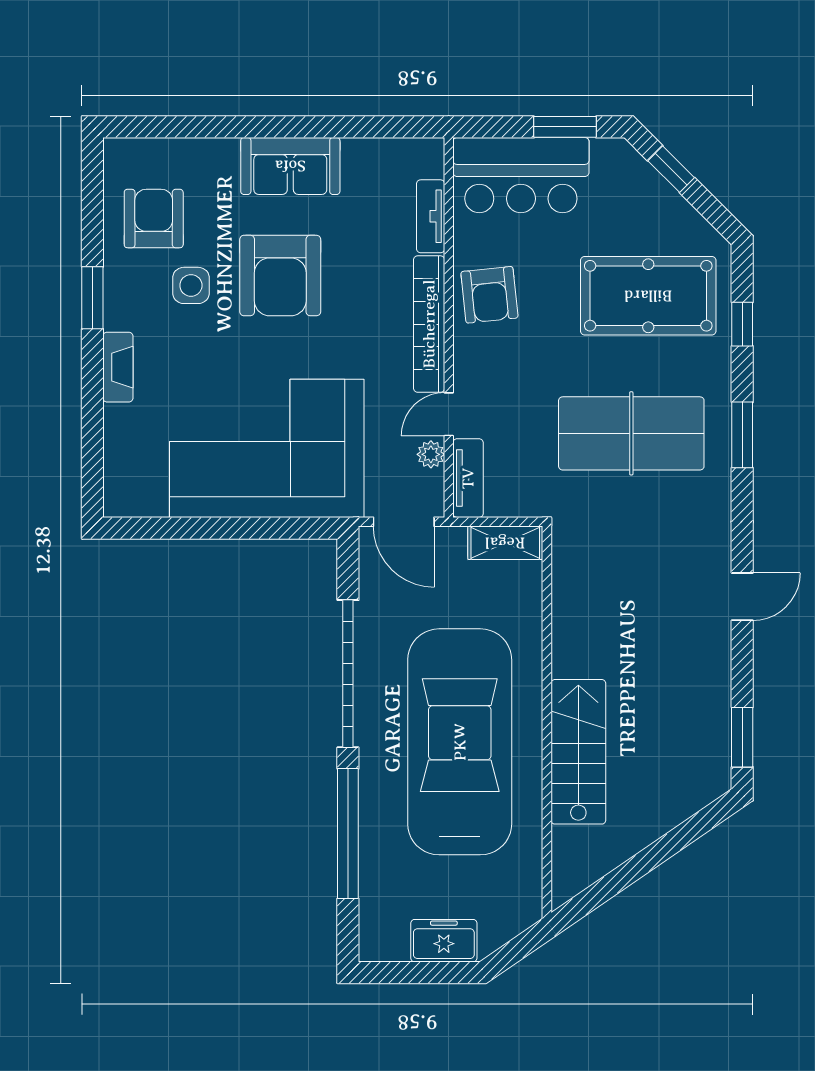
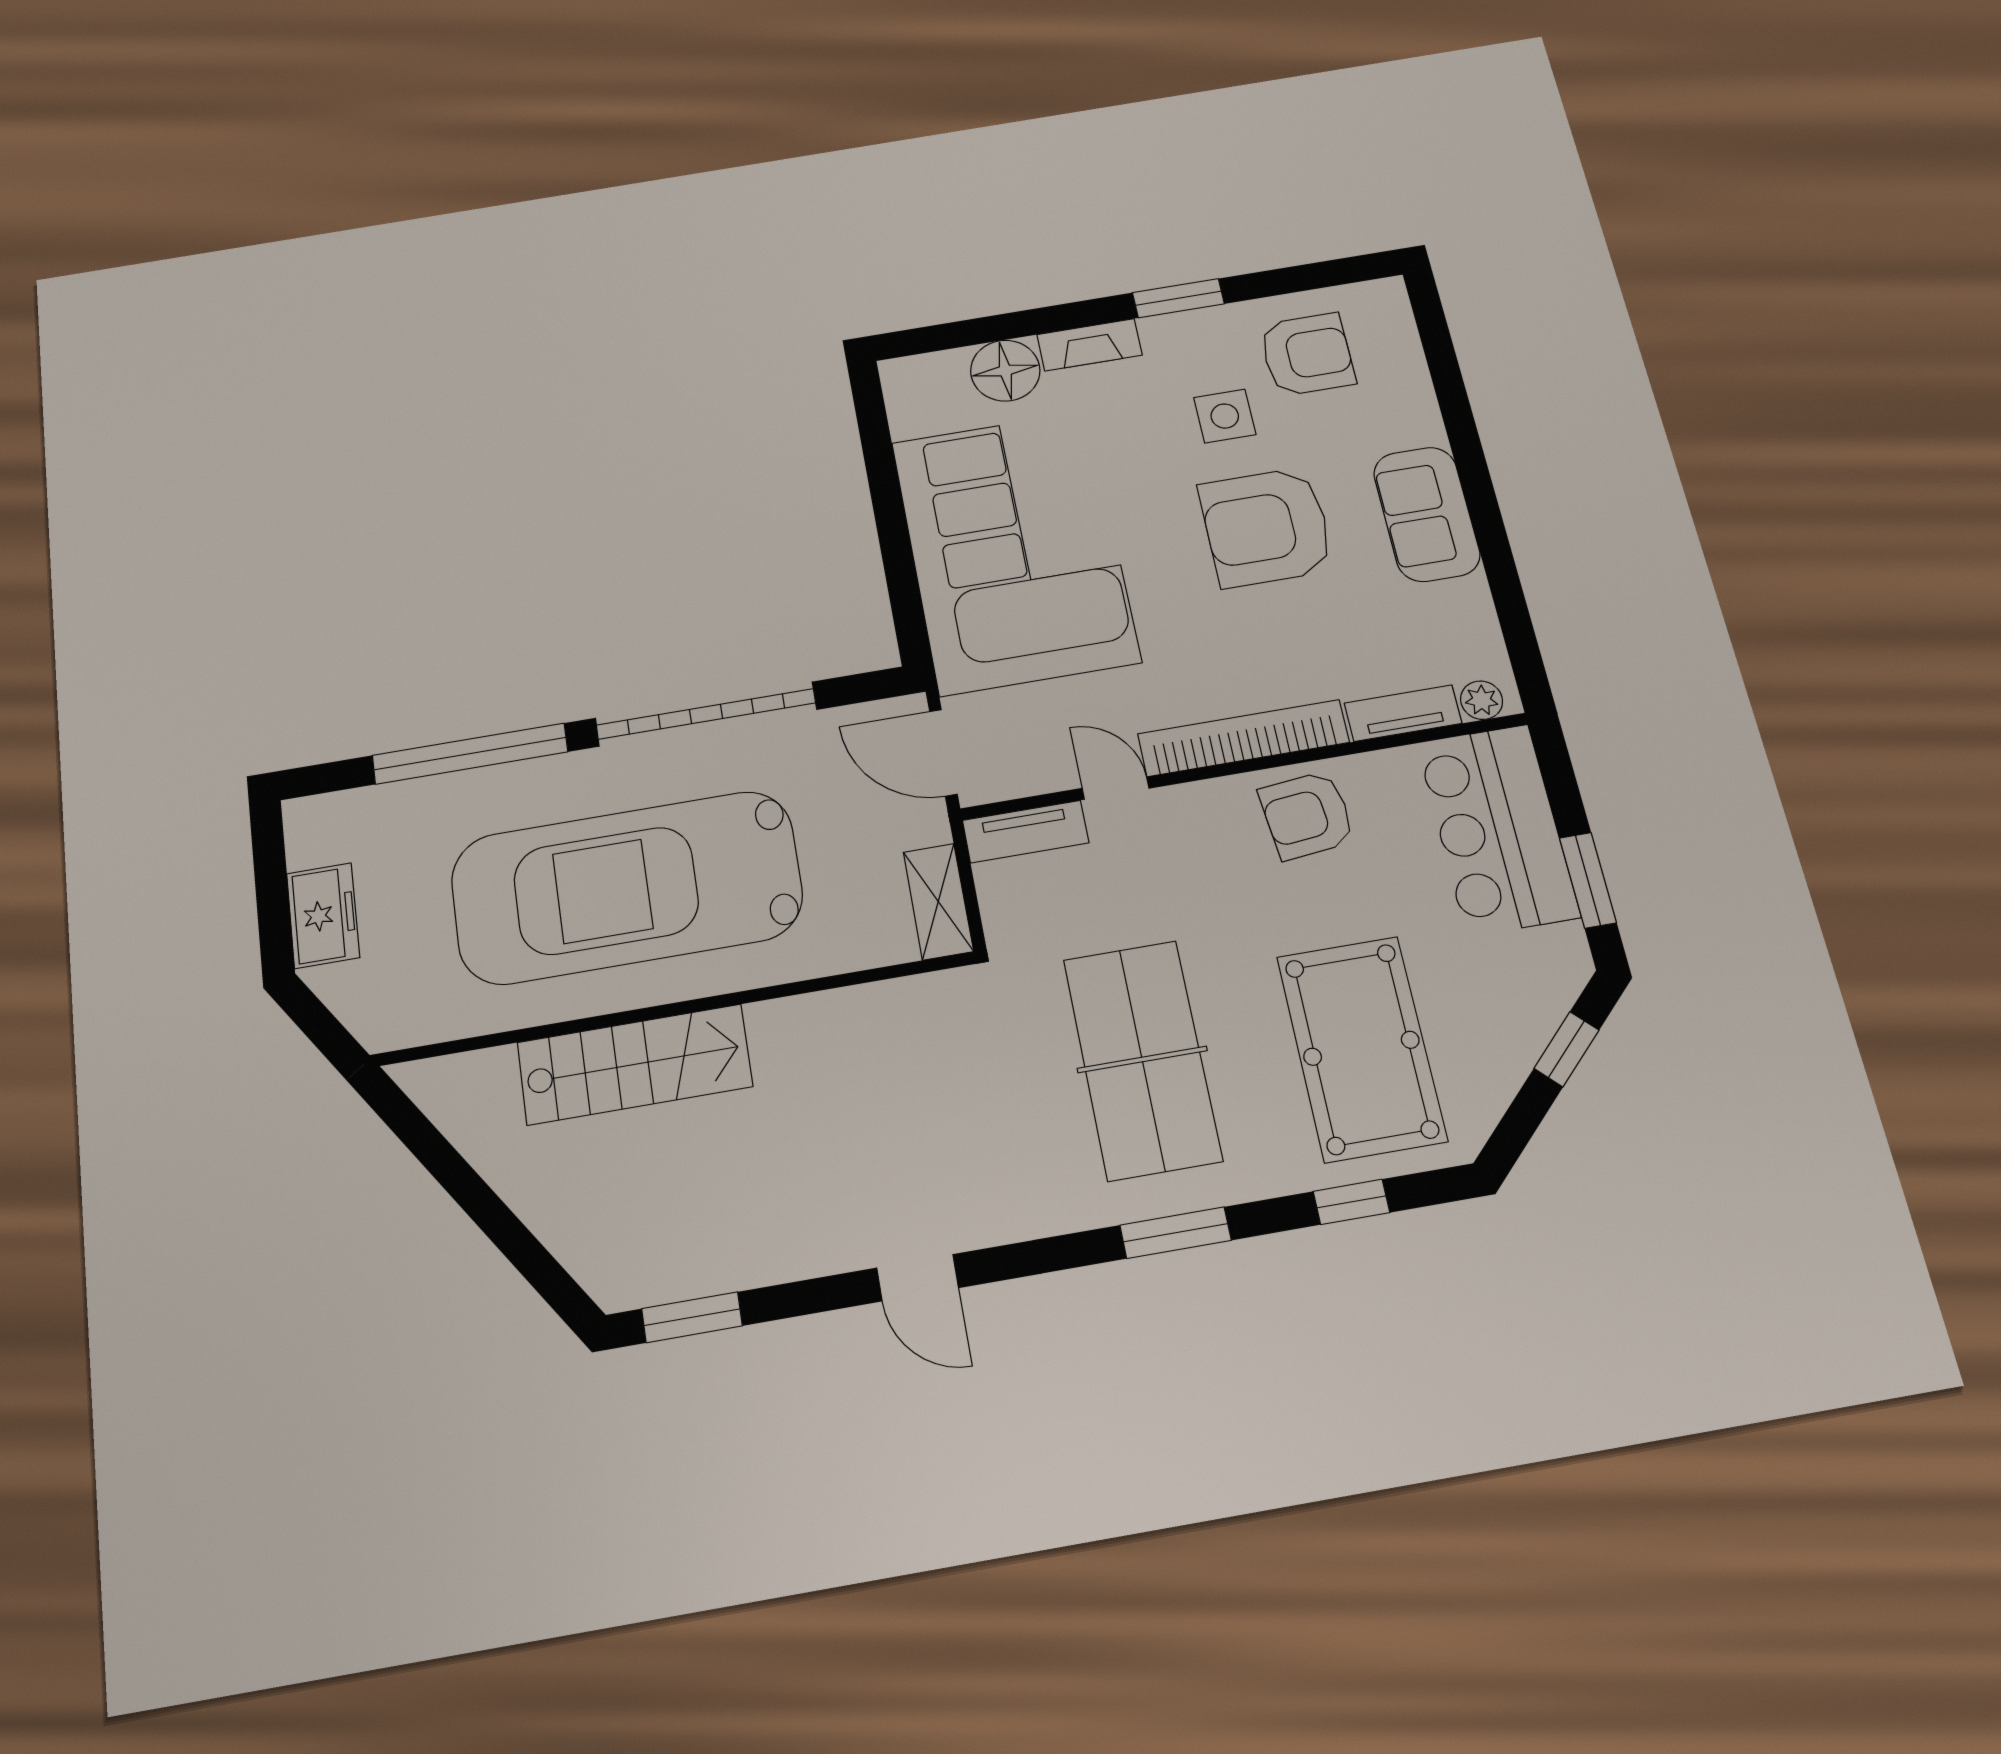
floor lamp: (127, 429) -> (1005, 371), added
plant: (431, 454) -> (1482, 700), moved
door: (404, 522) -> (943, 753), hinge flipped
car: (460, 742) -> (627, 887), turned 180

